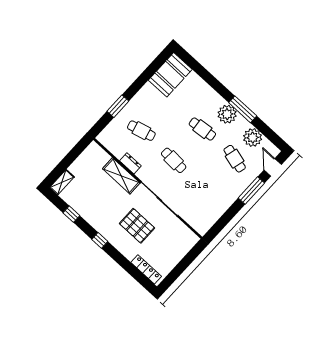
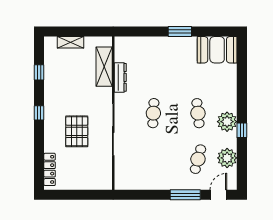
window: (118, 106) -> (180, 32), moved
window: (243, 109) -> (242, 130), width x0.46
cafe table: (141, 131) -> (153, 67), removed
dresser: (130, 163) -> (120, 77), width x1.44
shelving: (121, 176) -> (104, 67), moved
shelving: (62, 182) -> (71, 42), moved

